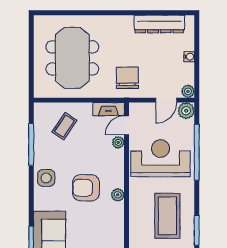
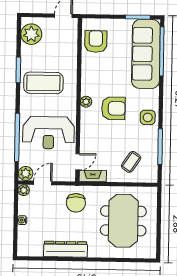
dresser: (159, 24) -> (65, 249), moved
plant: (118, 142) -> (85, 147), removed
coffee table: (167, 216) -> (43, 83), turned 90

